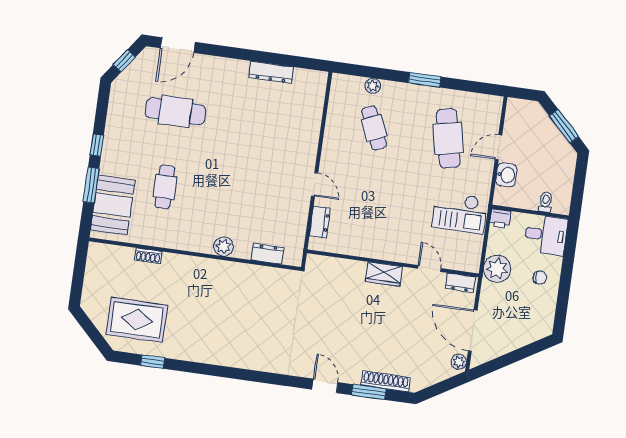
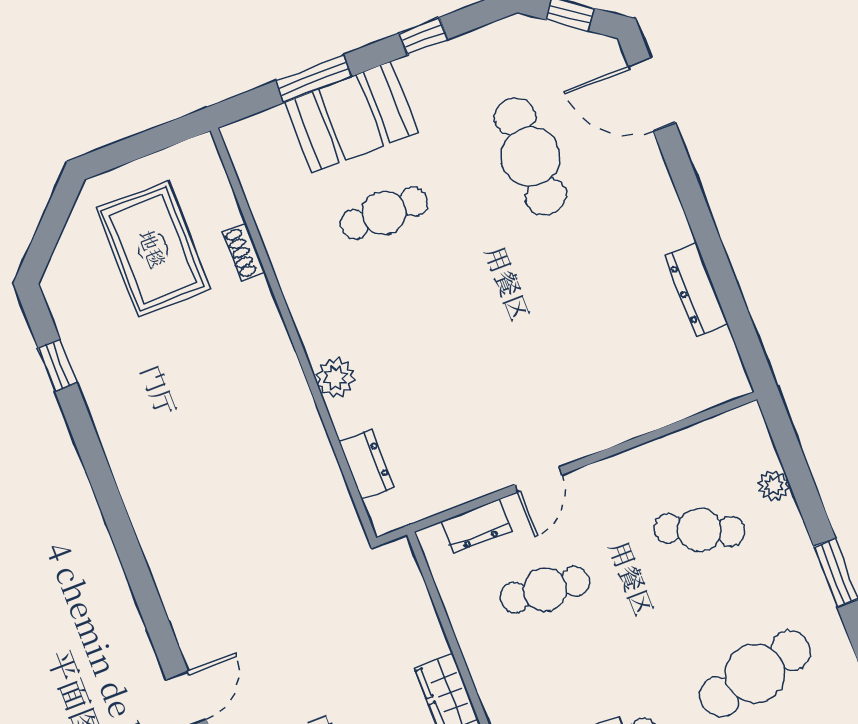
cafe table: (374, 128) -> (699, 530), turned 48
window: (97, 145) -> (423, 36), moved
booth: (113, 205) -> (351, 117), moved
cafe table: (363, 208) -> (545, 589), added
rug: (137, 320) -> (153, 249), moved

